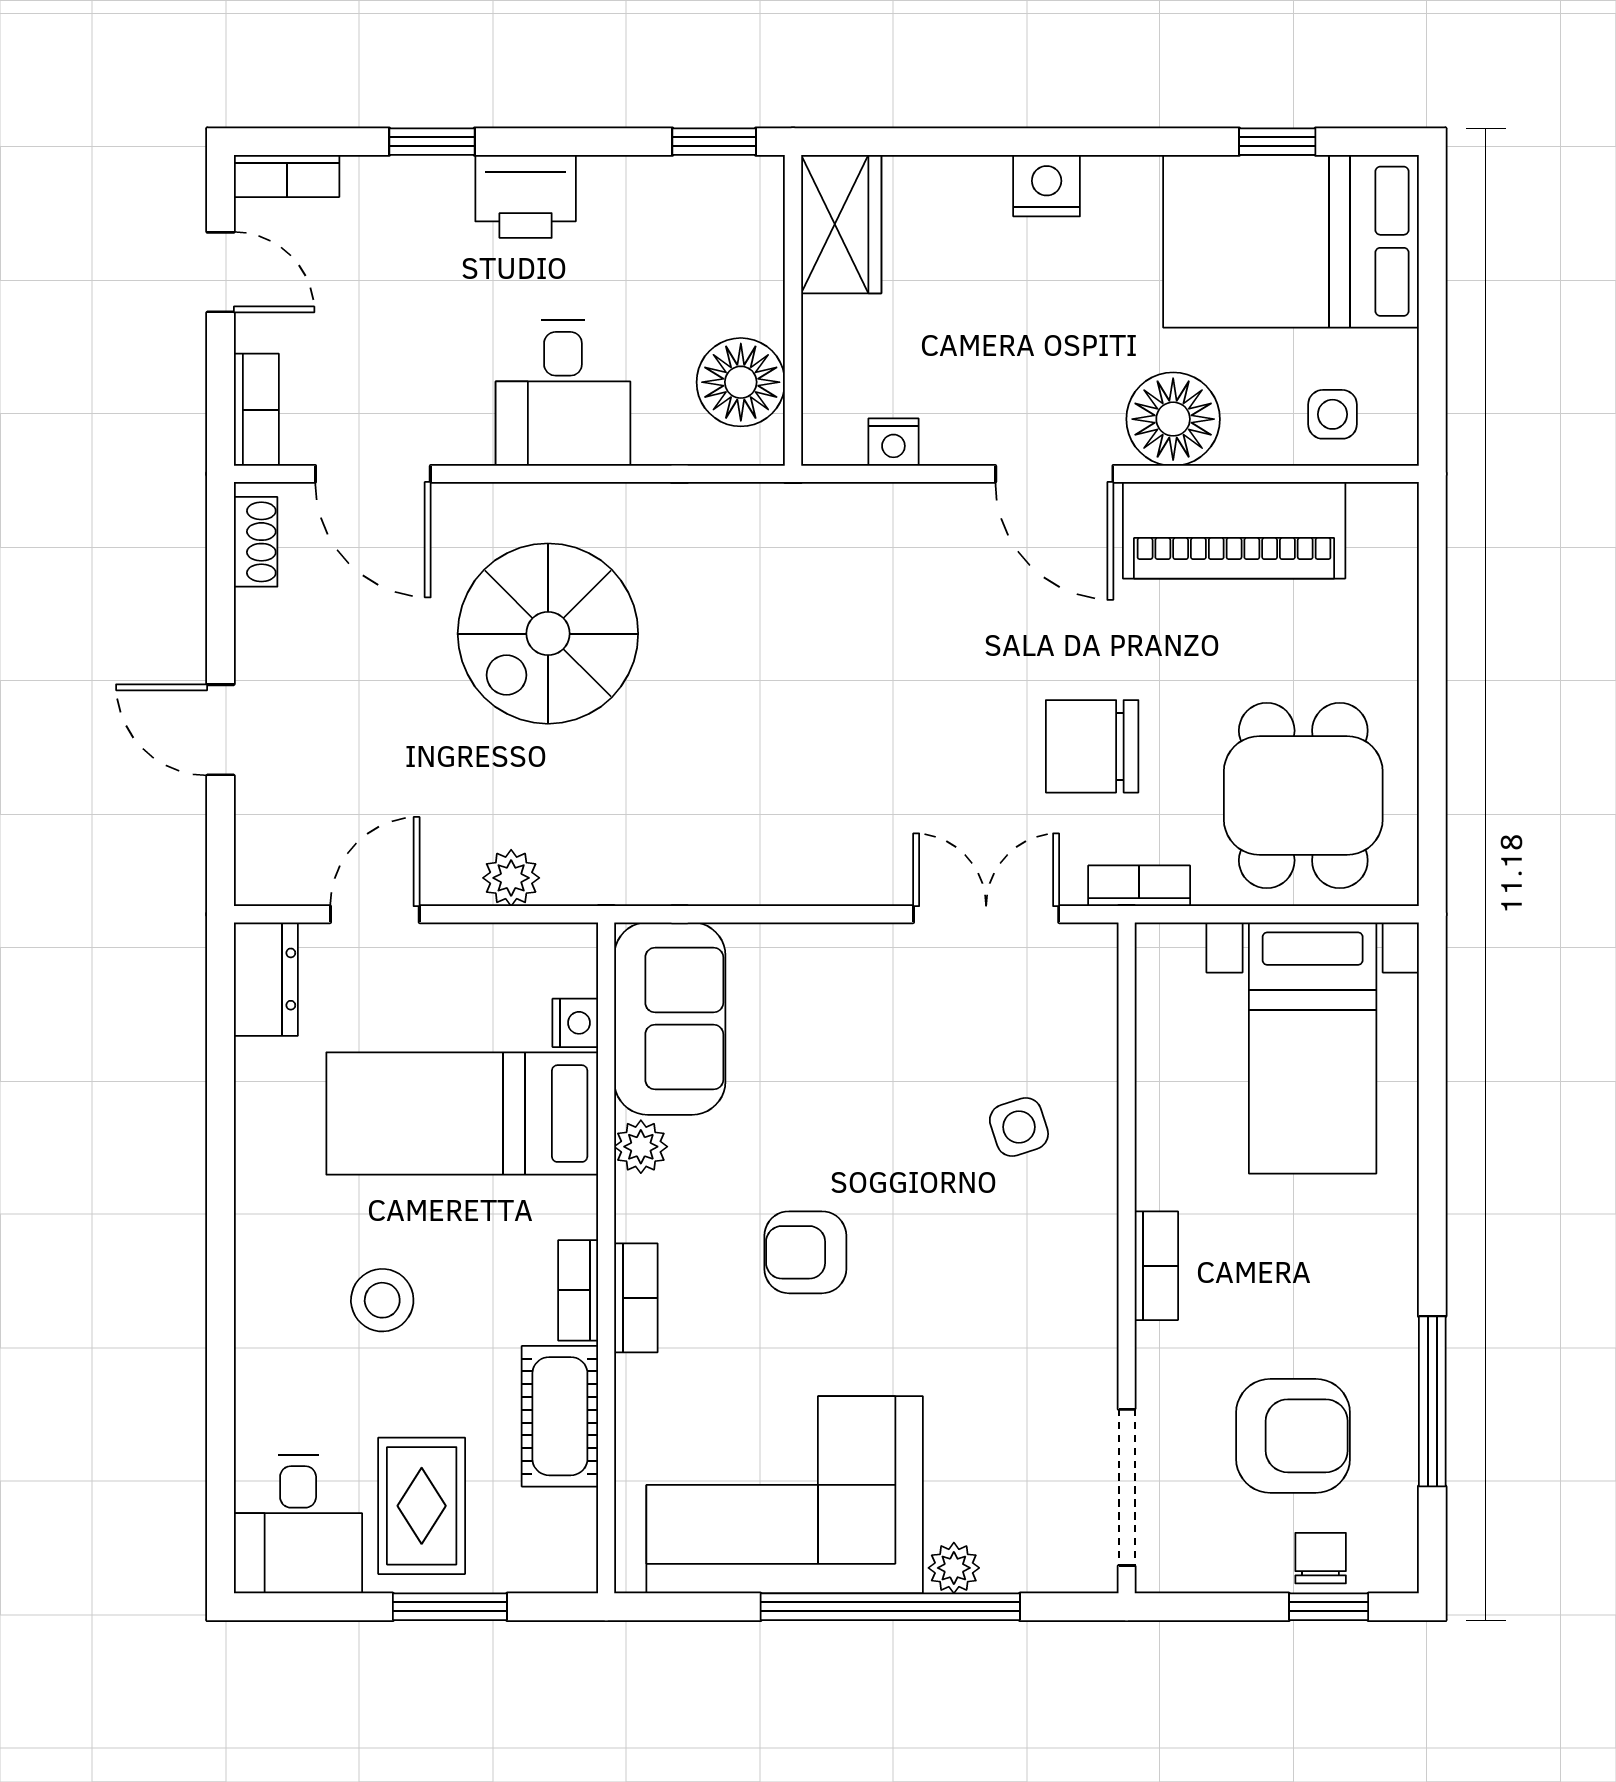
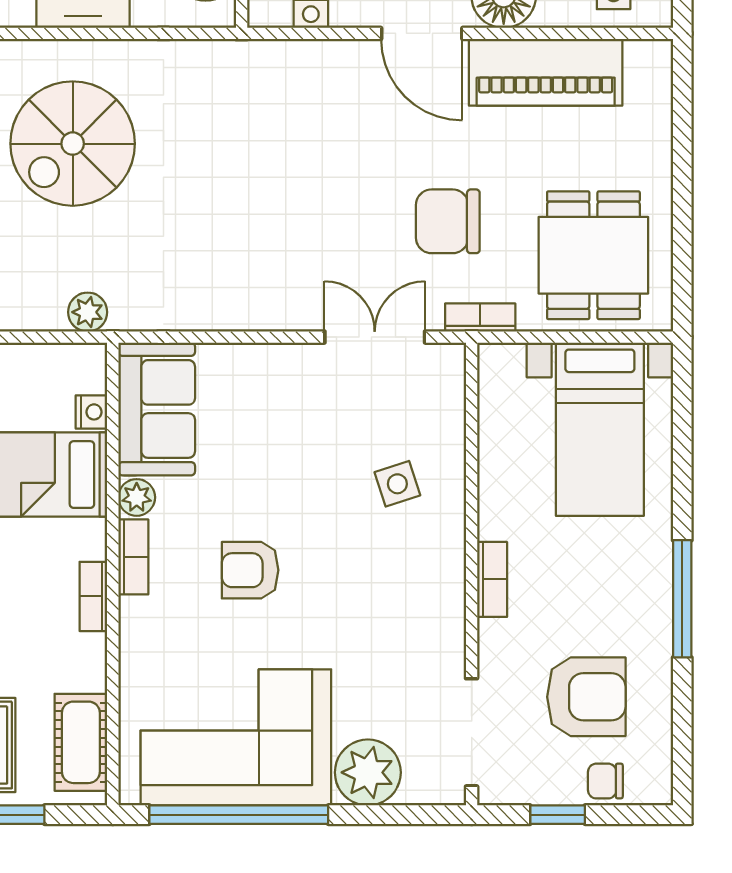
plant: (511, 878) -> (88, 312), moved
bookcase: (636, 1298) -> (133, 557), moved
window: (1432, 1401) -> (682, 599), moved
cot: (560, 1416) -> (81, 742), moved
chair: (1321, 1558) -> (605, 781), turned -90
plant: (954, 1568) -> (368, 772), width x1.88, depth x1.88
window: (890, 1607) -> (239, 815), moved
window: (1329, 1607) -> (558, 815), moved

